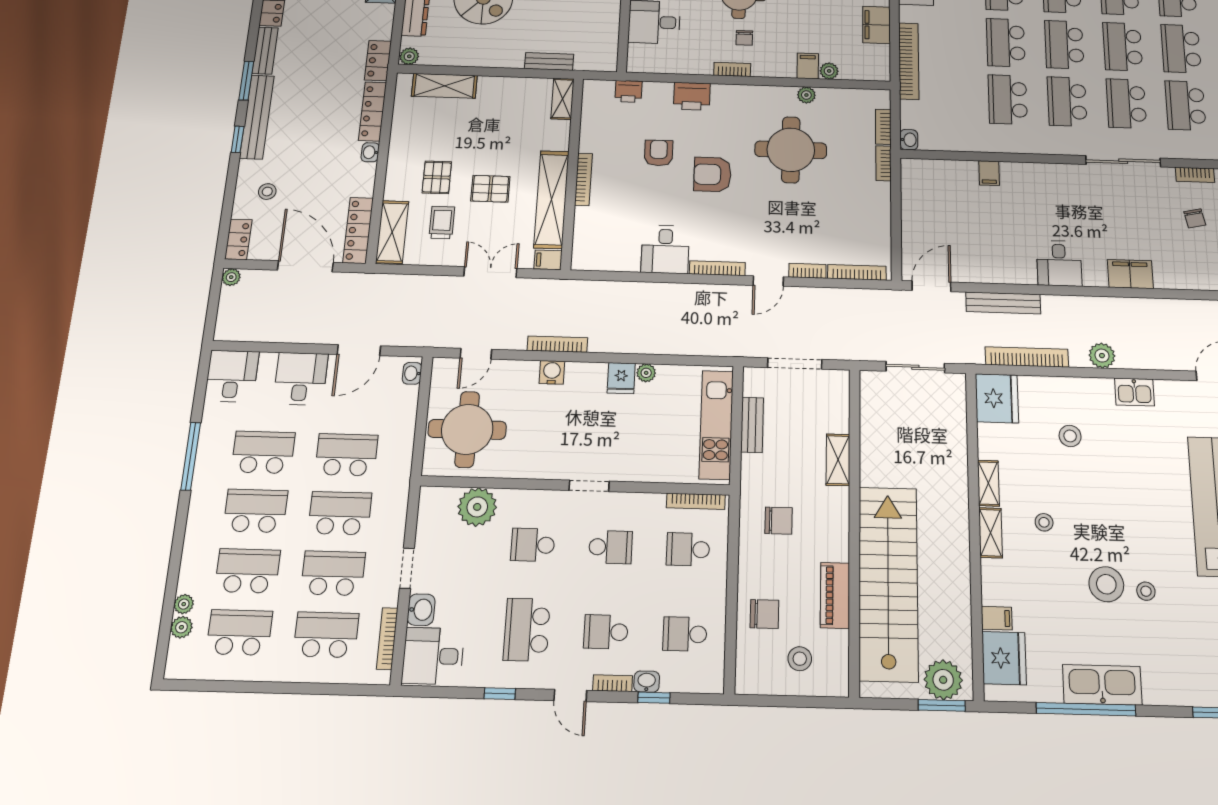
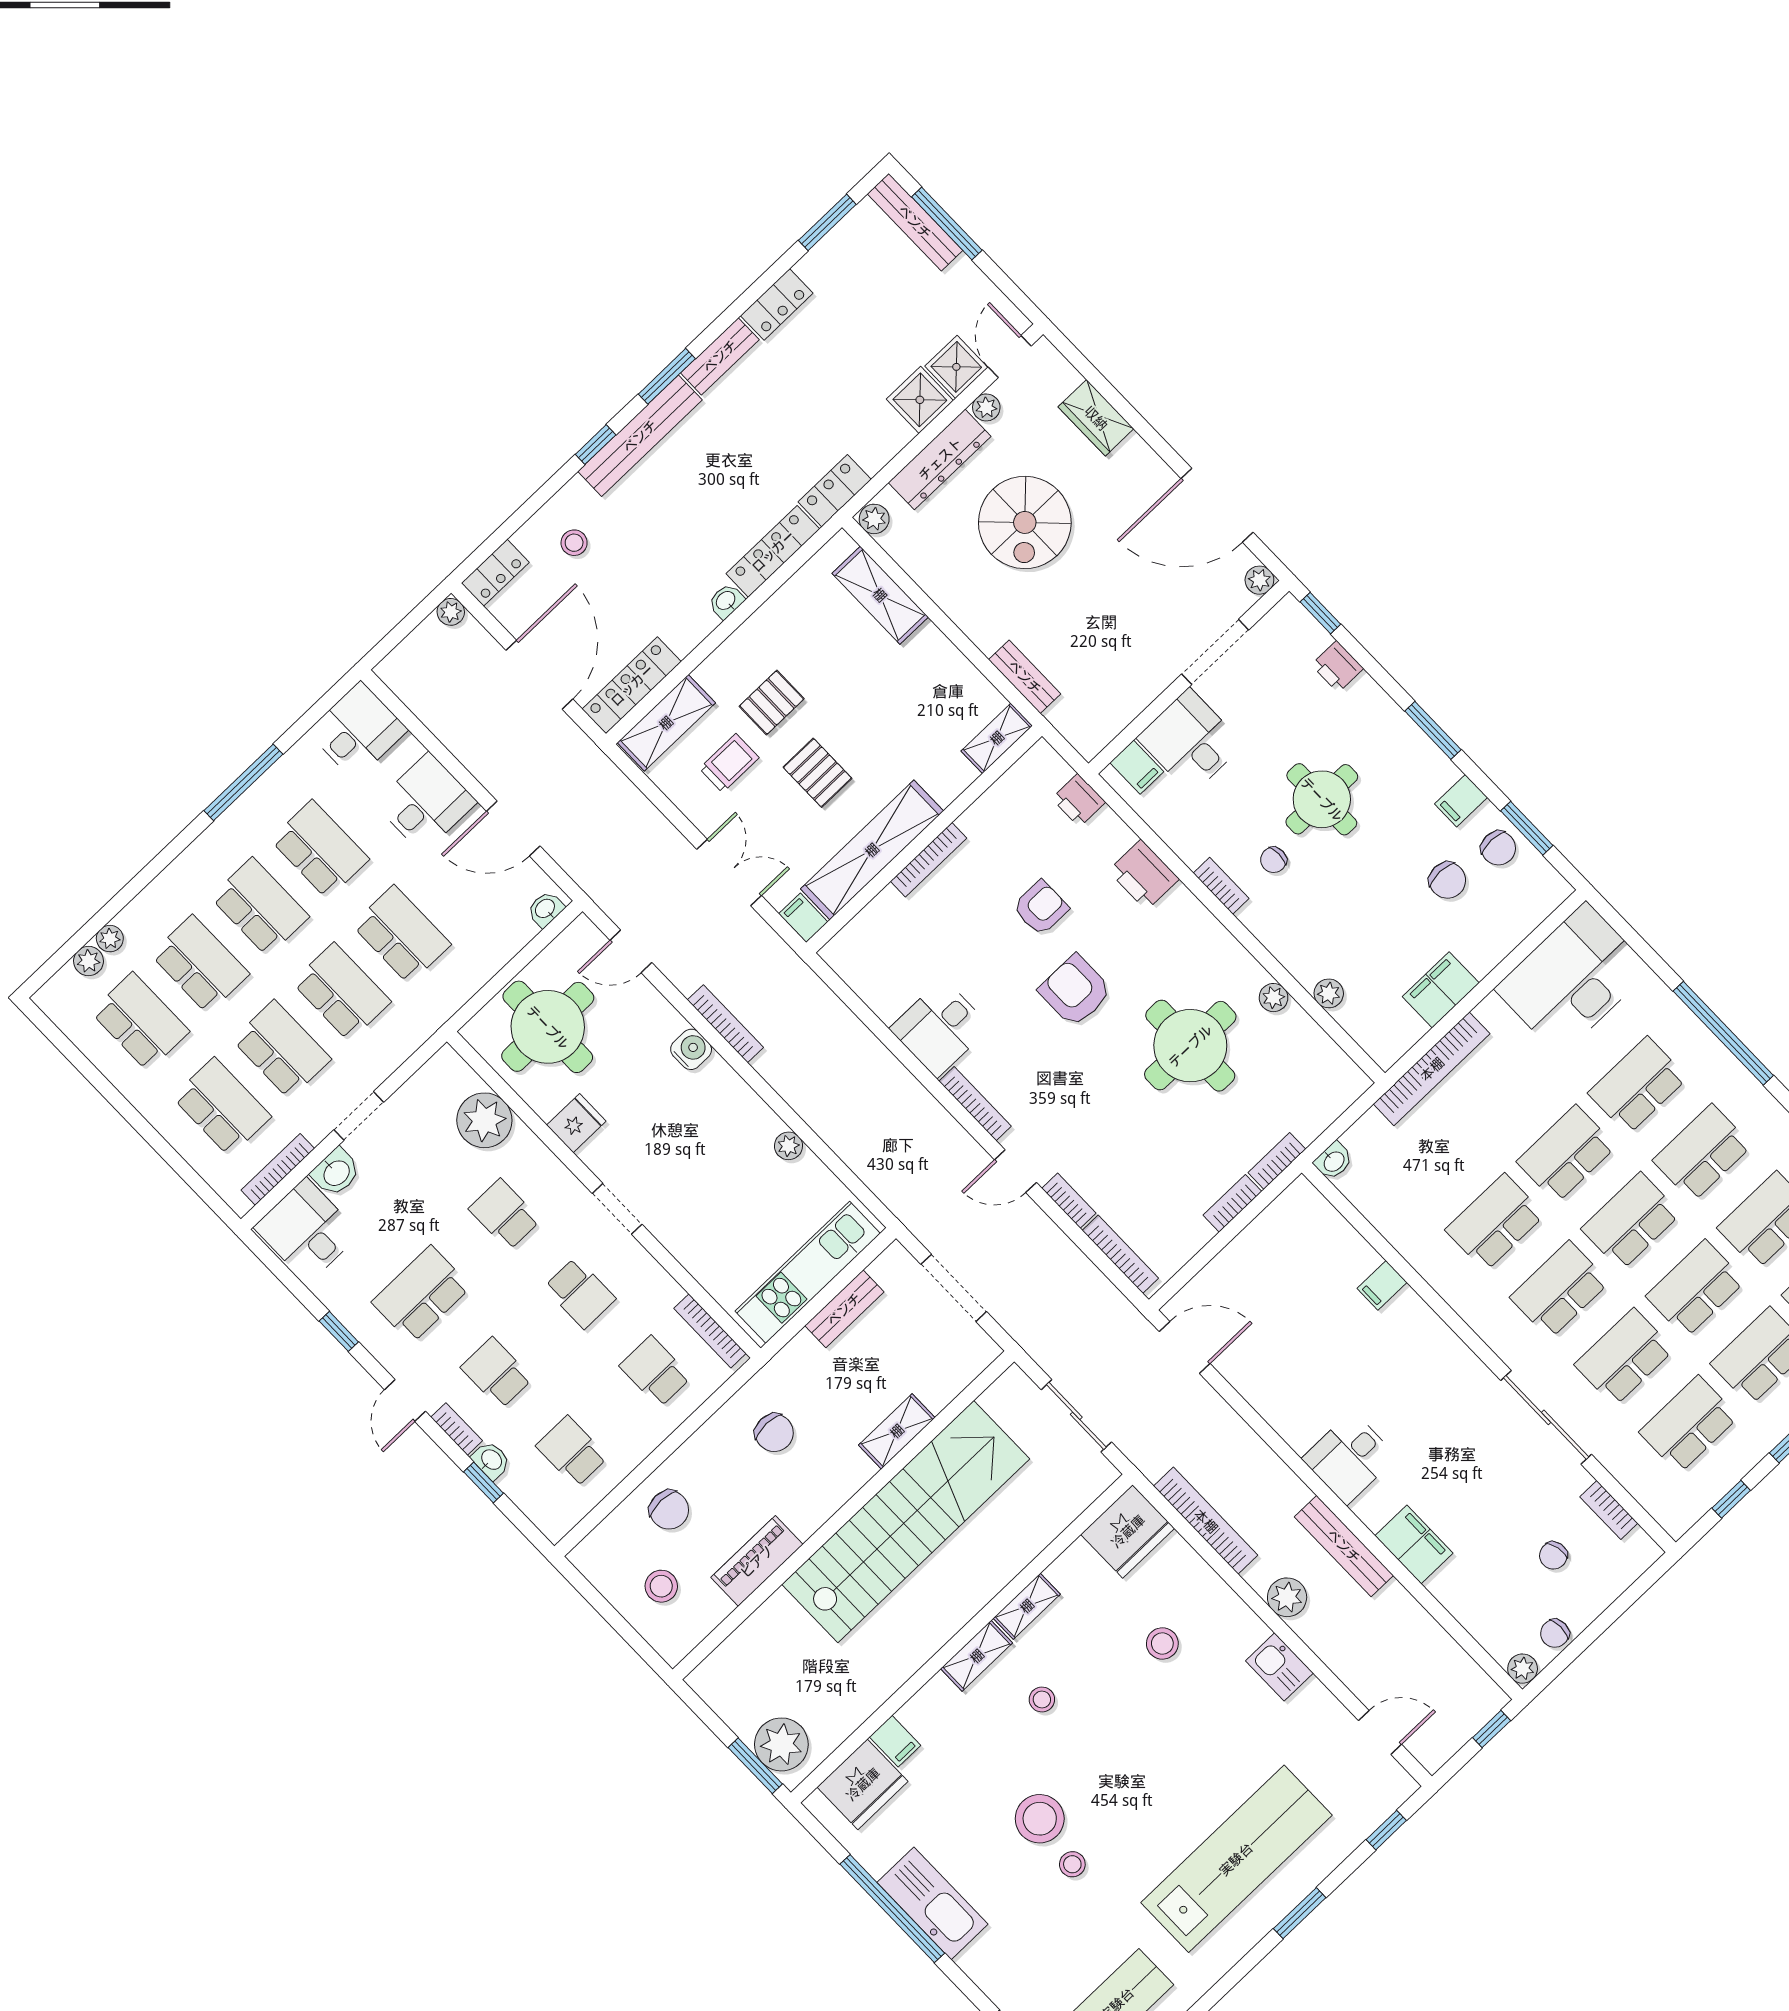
filing cabinet: (808, 66) -> (1137, 767), moved, turned 90
bookcase: (883, 127) -> (1232, 1203), moved
bench: (1003, 303) -> (1344, 1546), moved
fridge: (621, 378) -> (576, 1123), moved, turned 180
stairs: (888, 583) -> (906, 1522), moved

